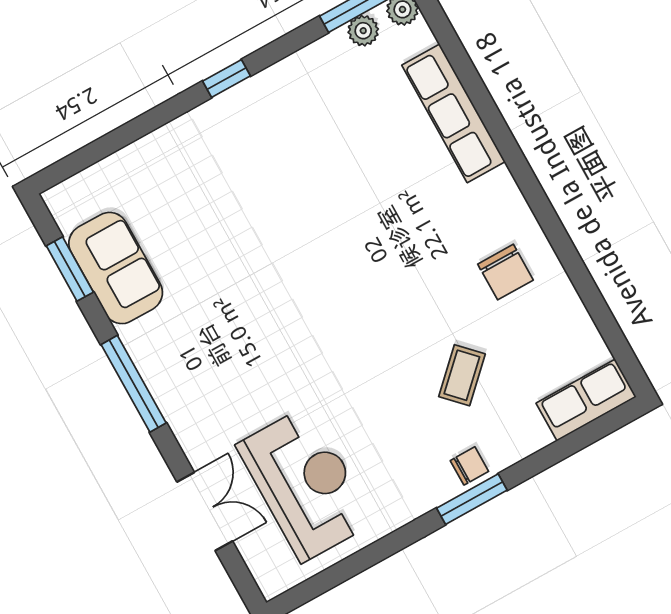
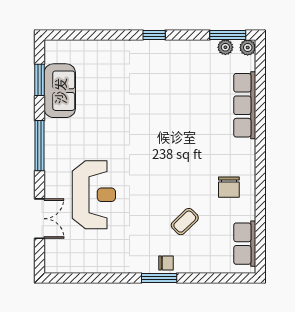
row of seats: (586, 400) -> (245, 244), moved, turned -90
reception desk: (305, 484) -> (94, 195), moved

